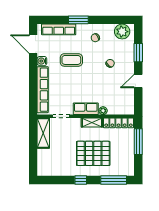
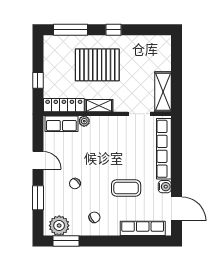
window: (78, 20) -> (66, 241), moved
door: (138, 81) -> (38, 160), hinge flipped
row of seats: (86, 109) -> (61, 124), moved
window: (138, 142) -> (38, 80), width x0.46

